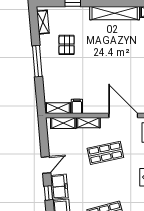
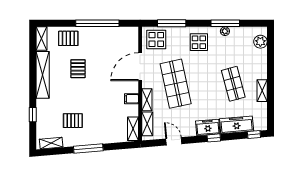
pallet: (121, 50) -> (78, 69), added
filing cabinet: (77, 106) -> (131, 99), moved
shop shelf: (105, 153) -> (176, 84), width x1.43, depth x1.36
door: (46, 165) -> (174, 141), moved

